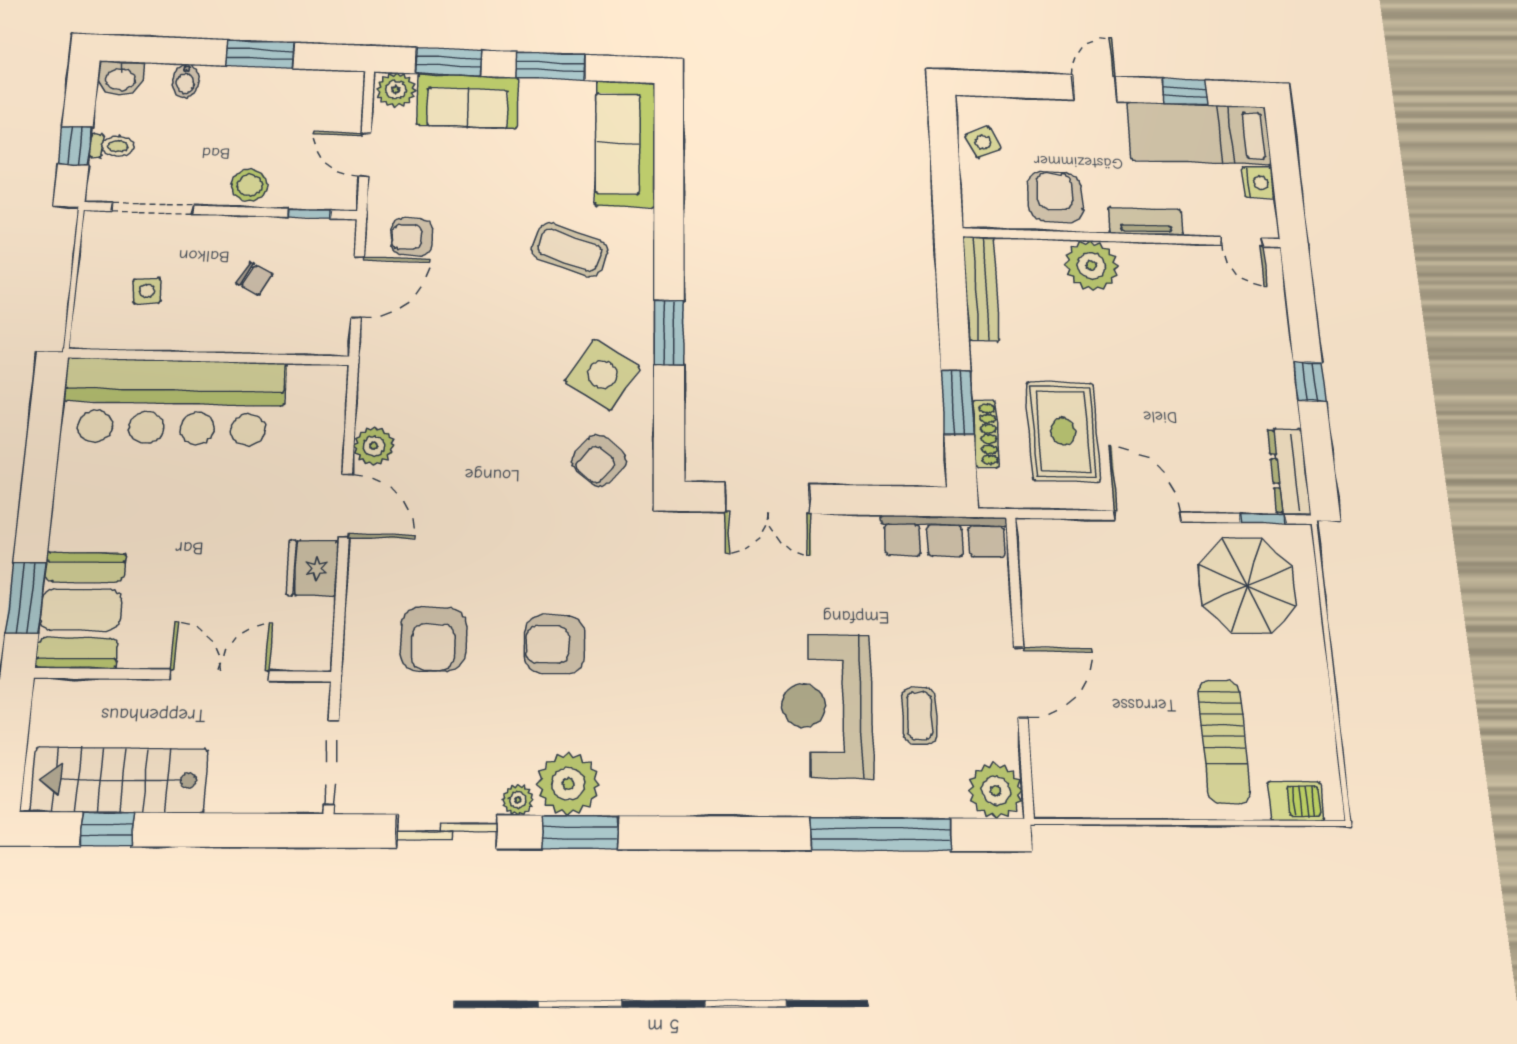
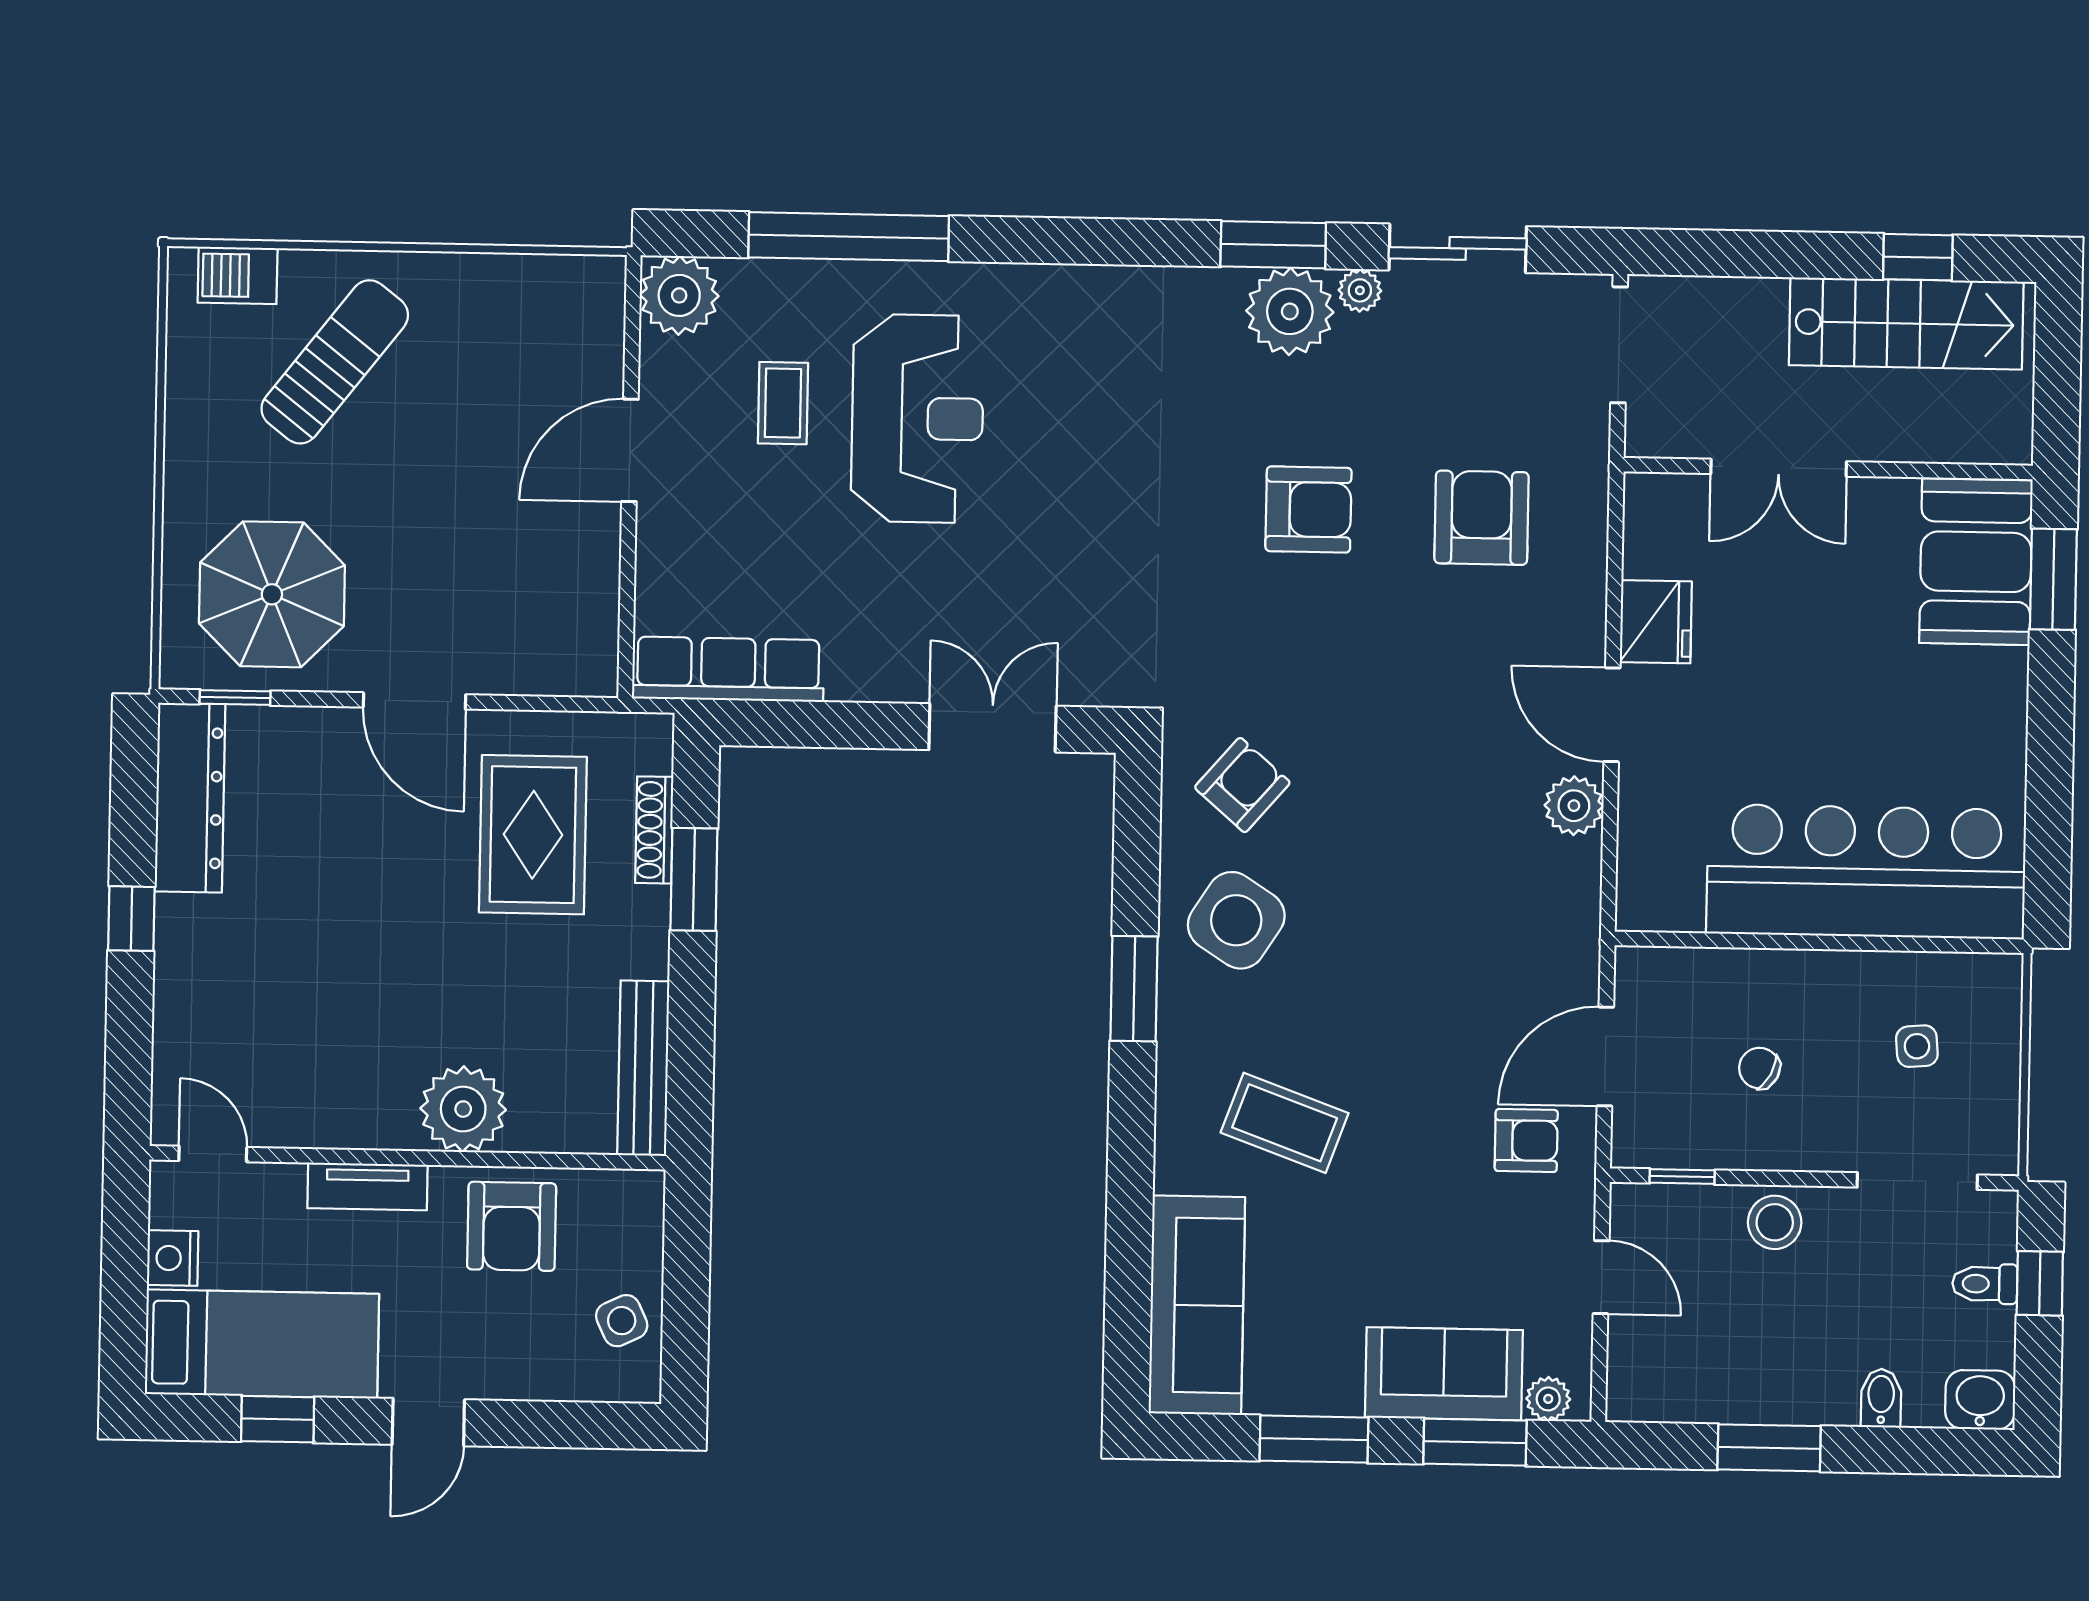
plant: (396, 90) -> (1548, 1399), width x0.73, depth x0.73
dresser: (1289, 471) -> (190, 798), width x1.37, depth x1.24
sun lounger: (1224, 742) -> (335, 362), turned 38

